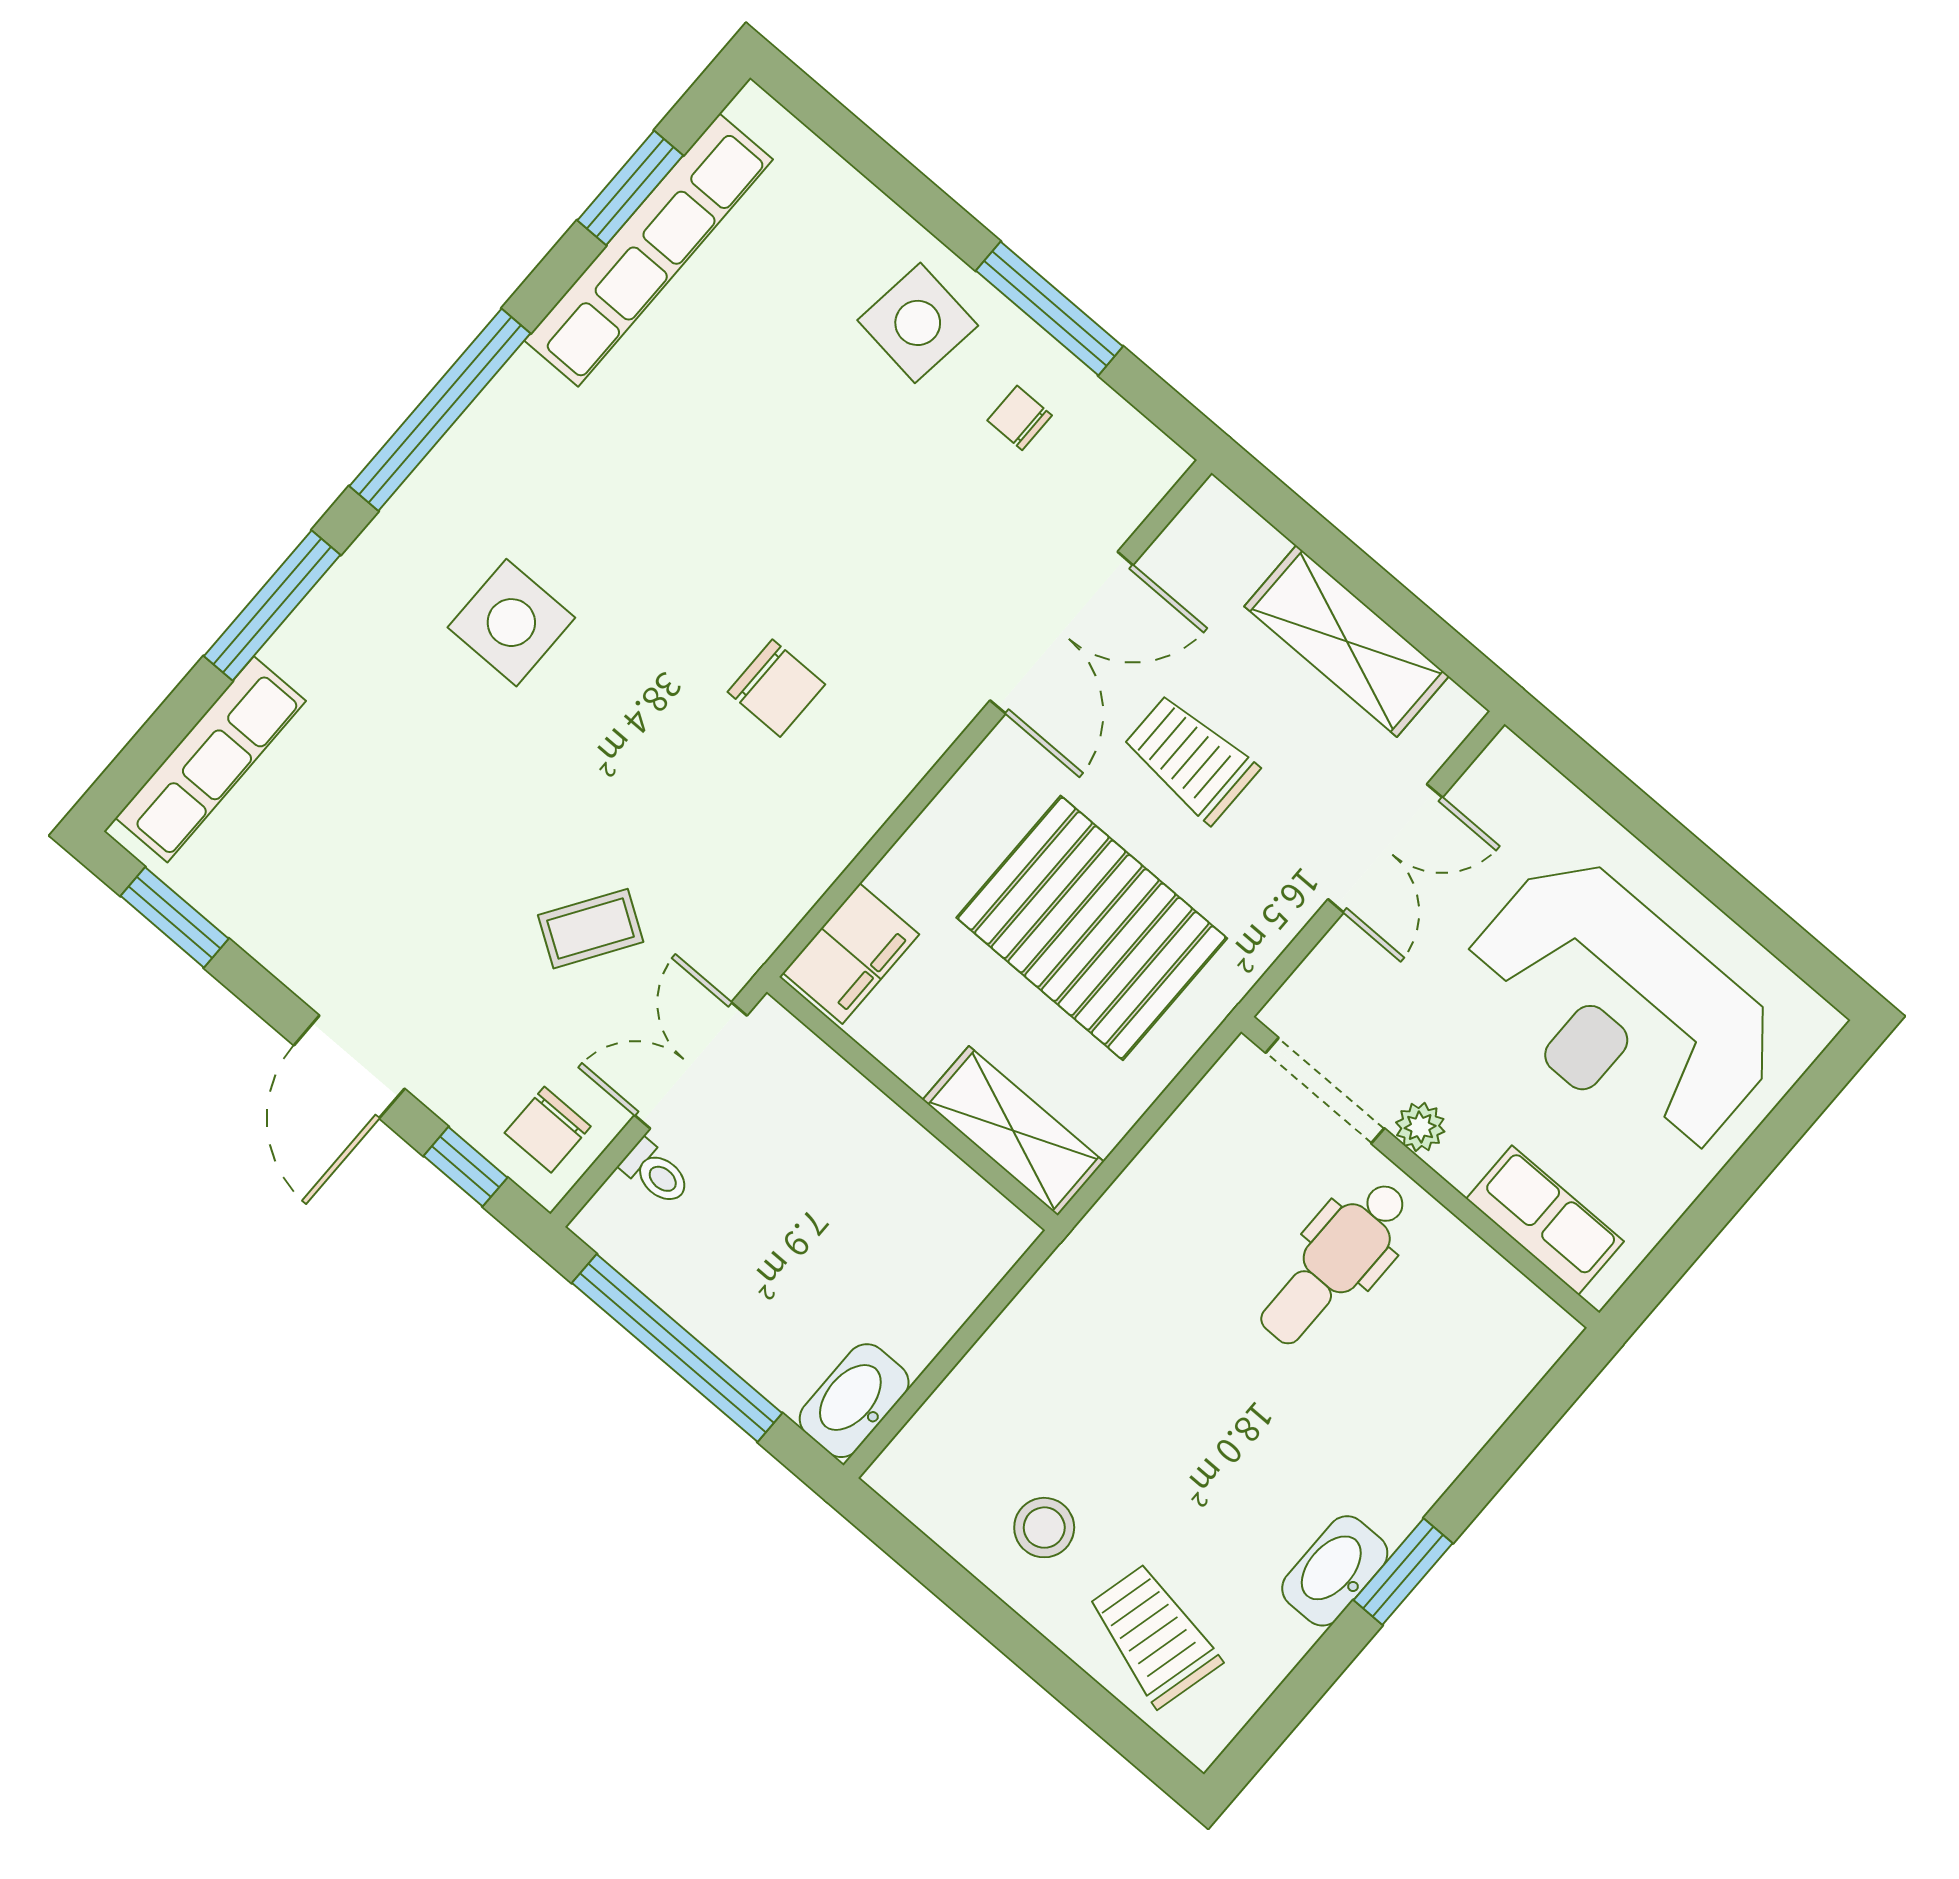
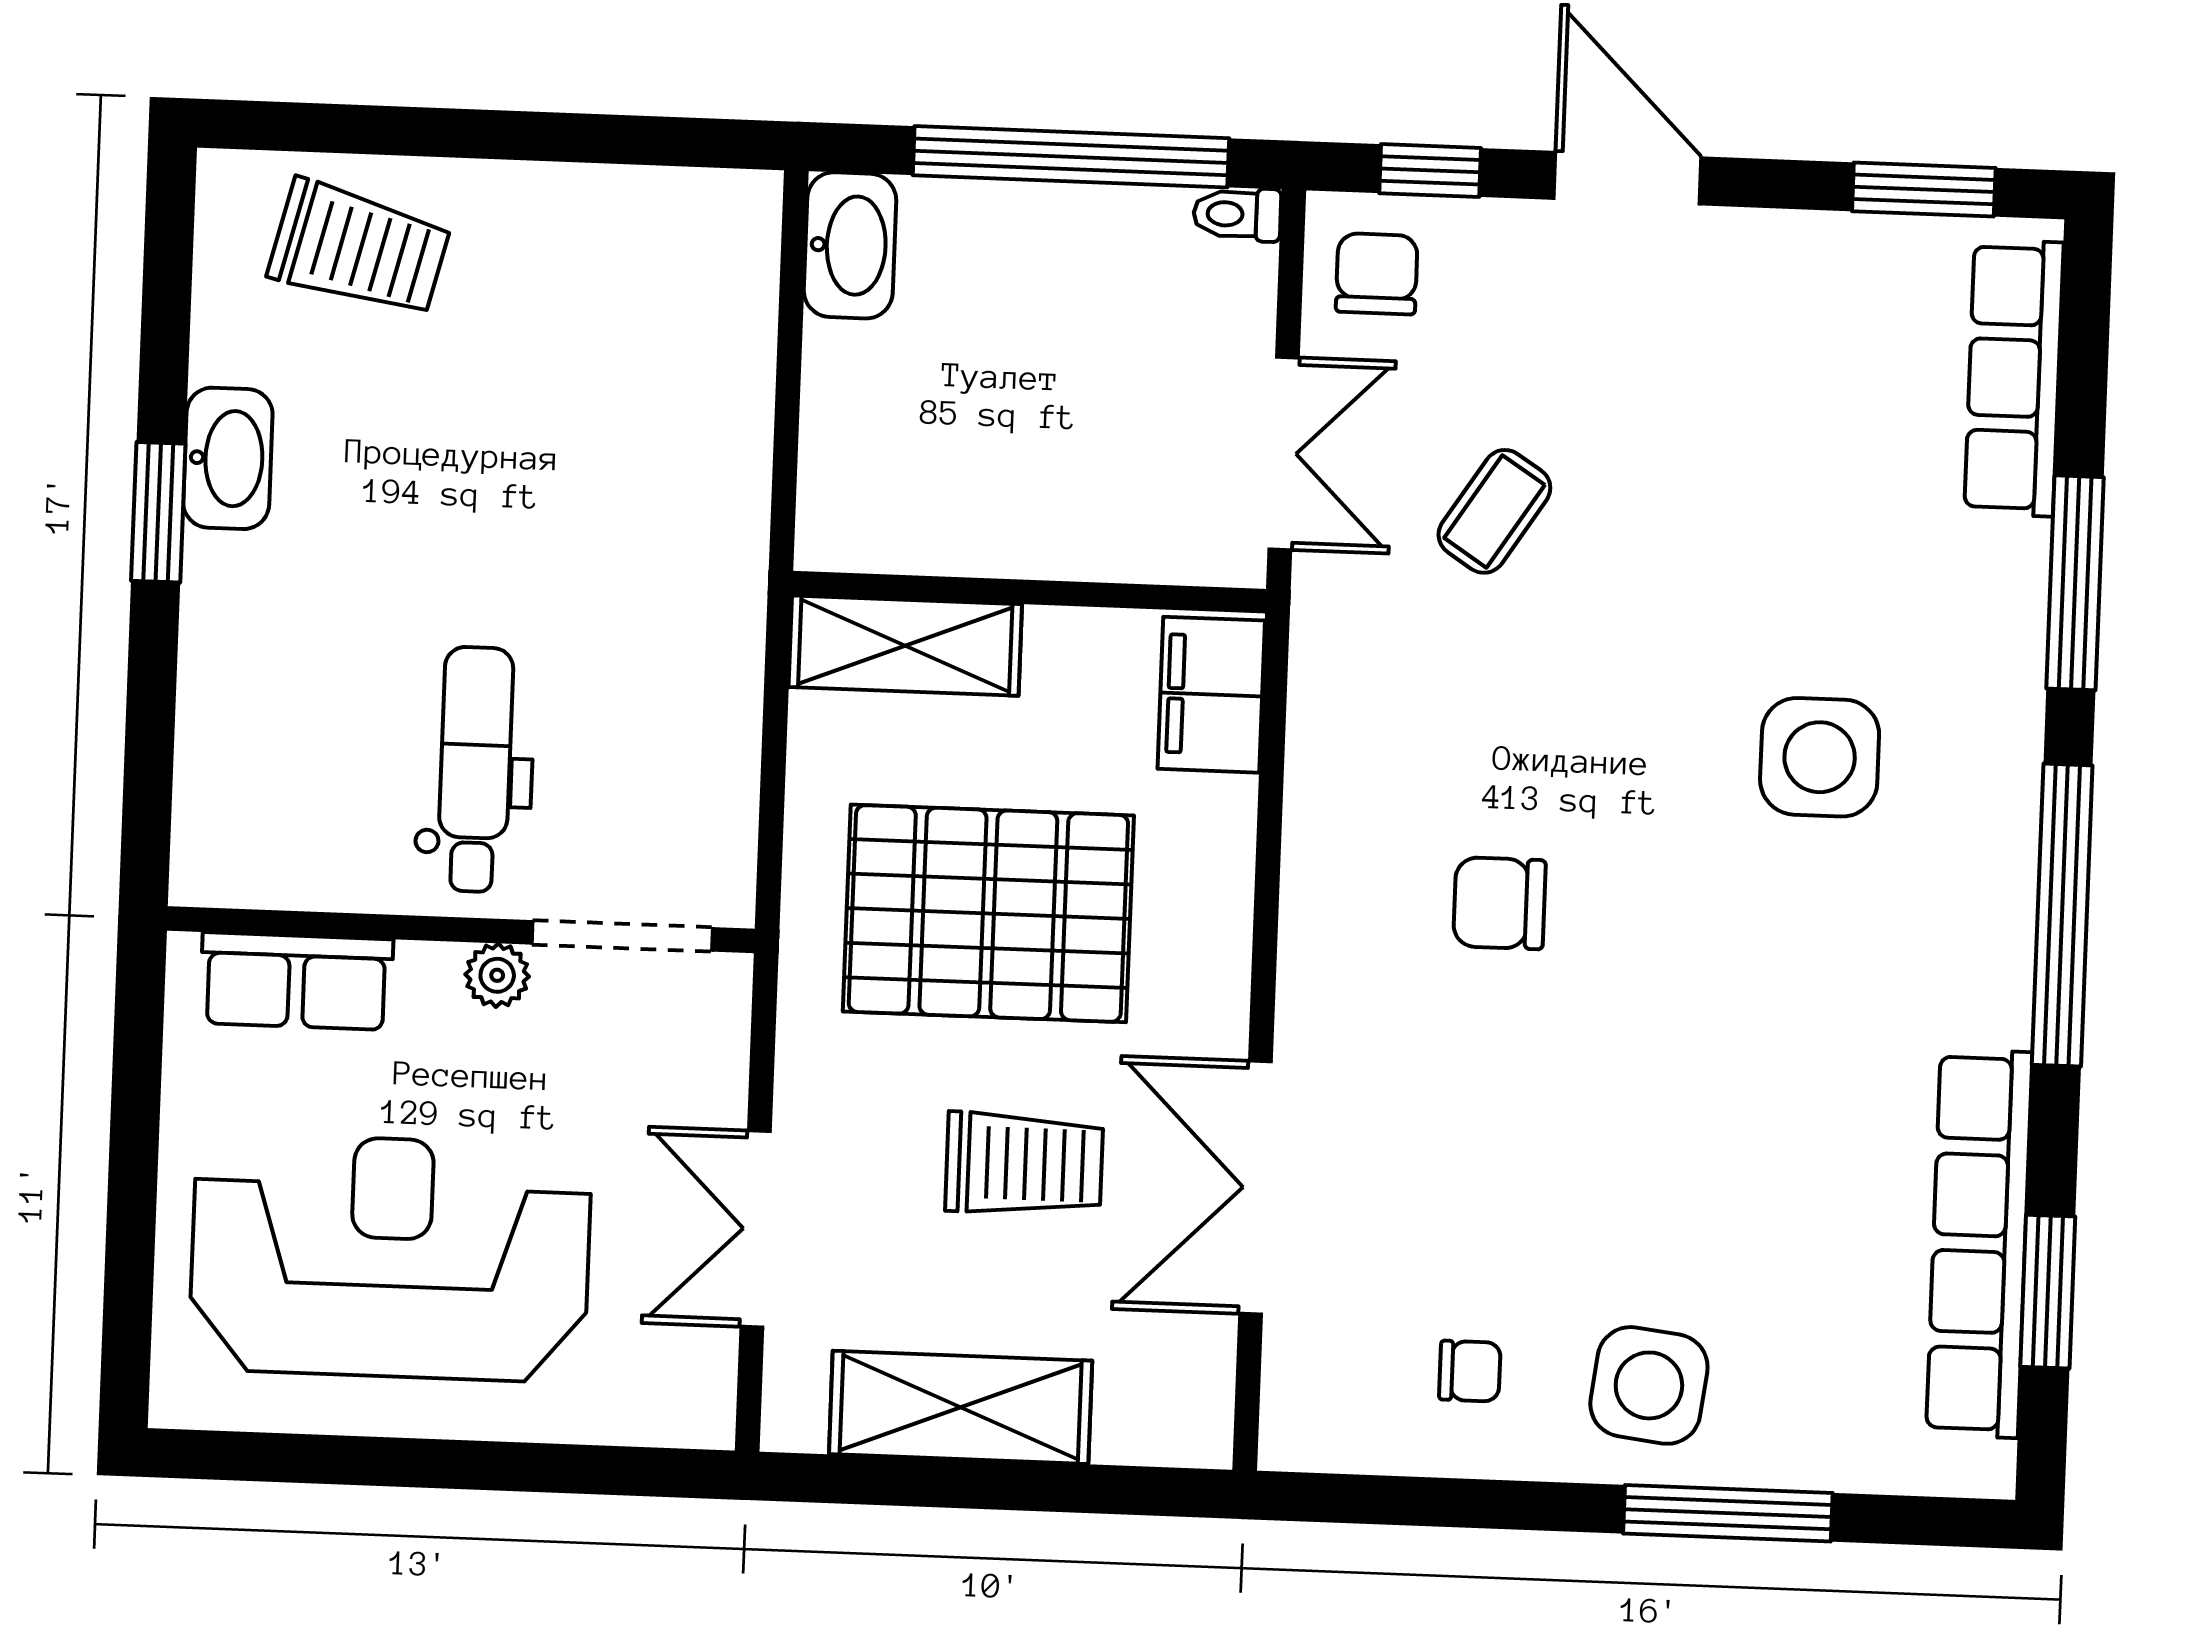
window: (1049, 308) -> (1728, 1513), moved
toilet: (656, 1173) -> (1237, 214), moved
stool: (1044, 1528) -> (556, 269), removed

